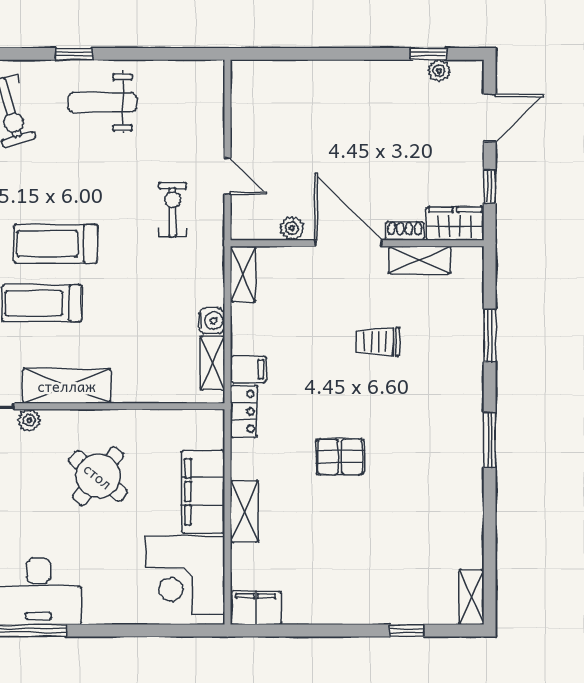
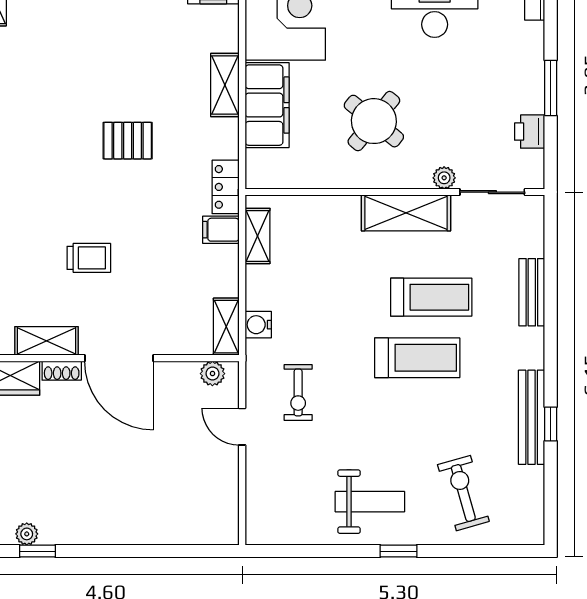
plant: (292, 228) -> (212, 374), moved
water cooler: (212, 321) -> (258, 325), moved

